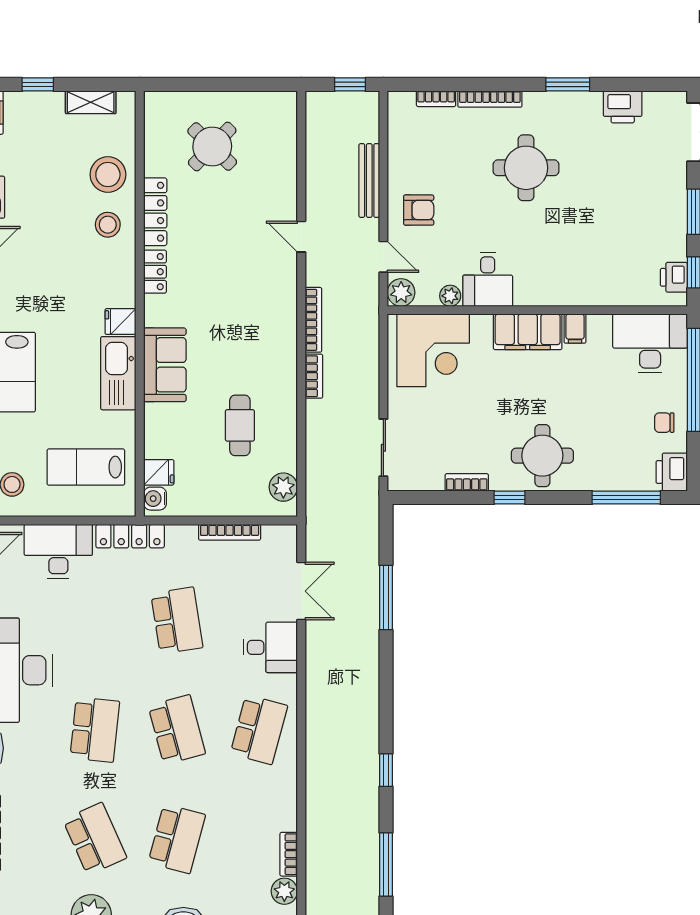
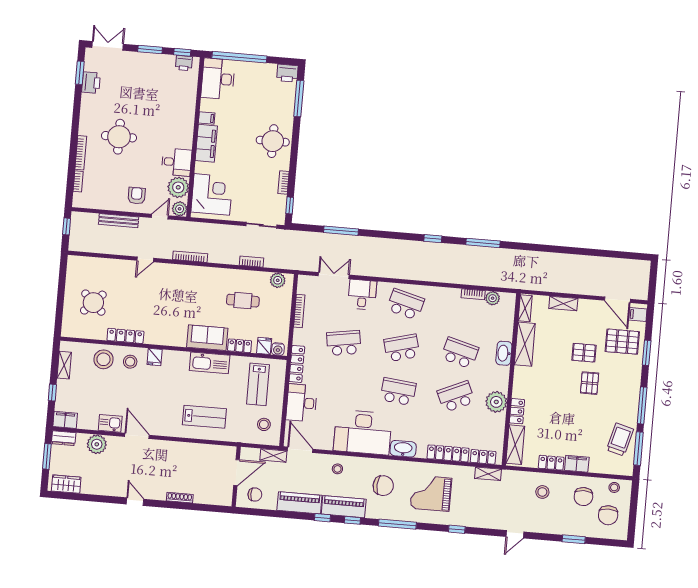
window: (568, 84) -> (80, 73), moved
locker: (155, 272) -> (240, 346), moved
plant: (450, 296) -> (178, 187), width x1.87, depth x1.87
fridge: (120, 322) -> (155, 357), moved
bookcase: (314, 376) -> (252, 262), moved
chair: (664, 423) -> (261, 75), removed
window: (509, 497) -> (290, 205), moved

